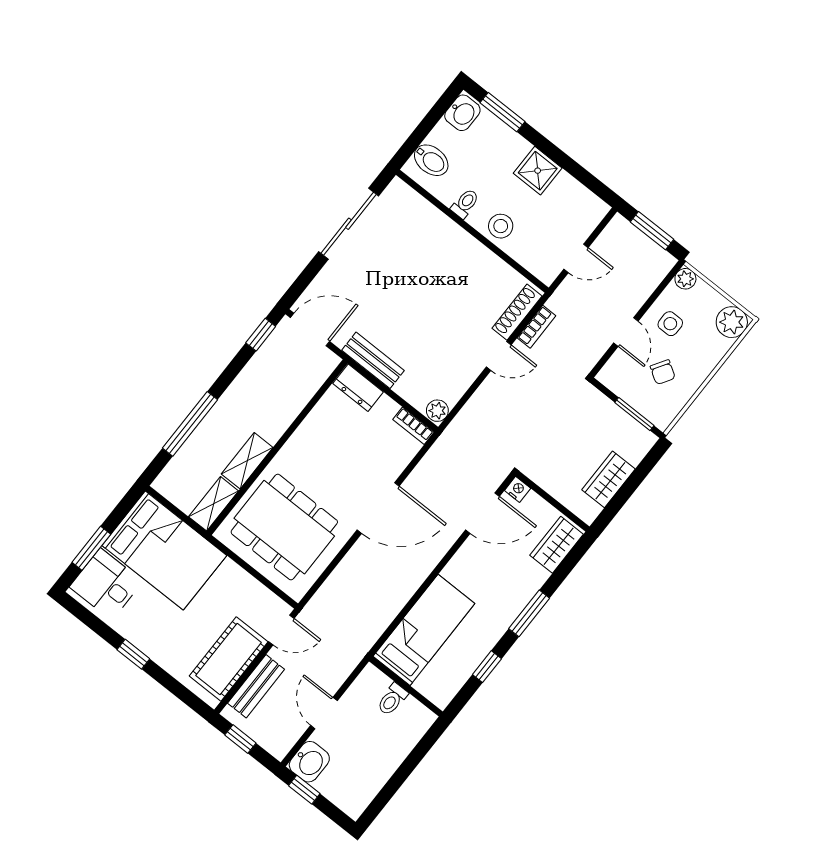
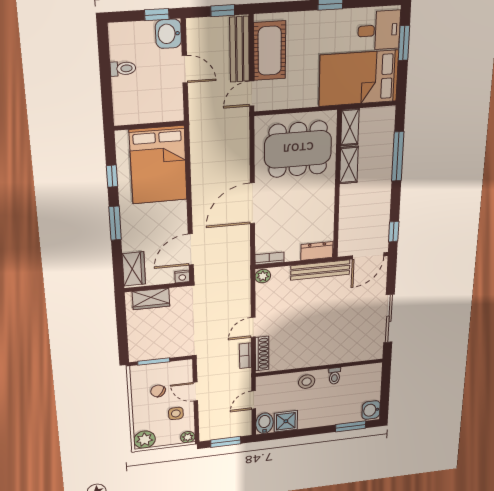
bidet: (431, 160) -> (264, 423), moved, turned 90
shower: (538, 171) -> (286, 421), moved
bench: (373, 360) -> (320, 270), width x1.36
wardrobe: (608, 479) -> (151, 299), moved, turned 90
bed: (424, 630) -> (158, 165), width x1.50
bench: (256, 686) -> (240, 49), width x1.36
toilet: (392, 699) -> (123, 69), moved, turned 90

